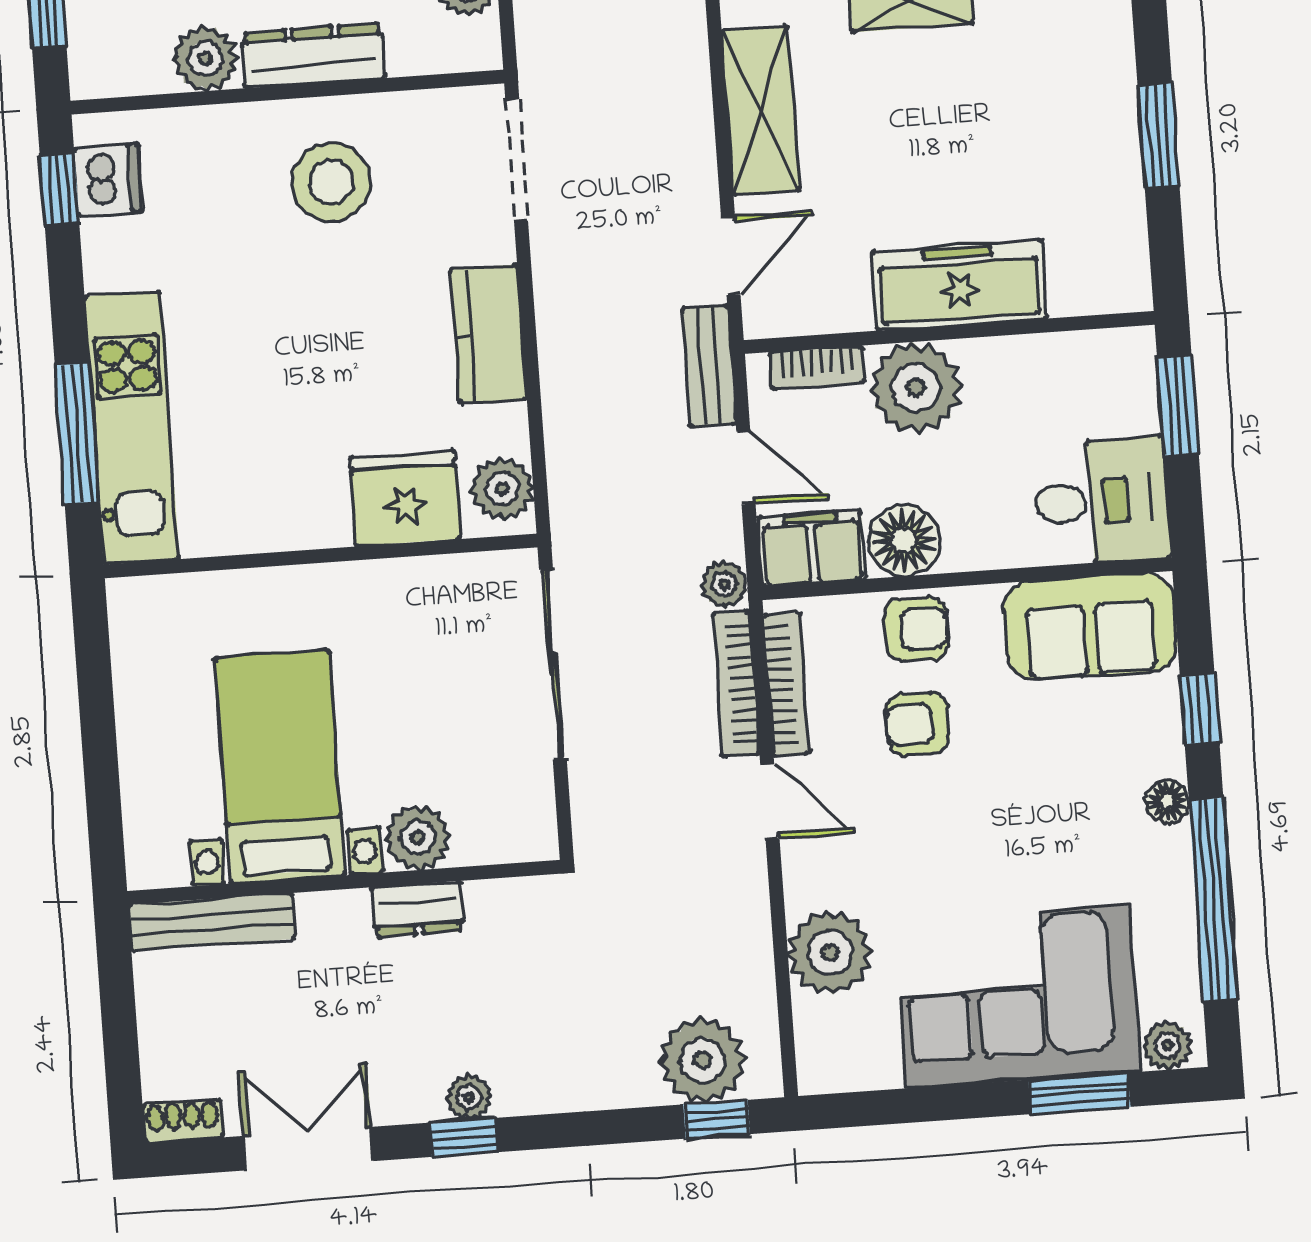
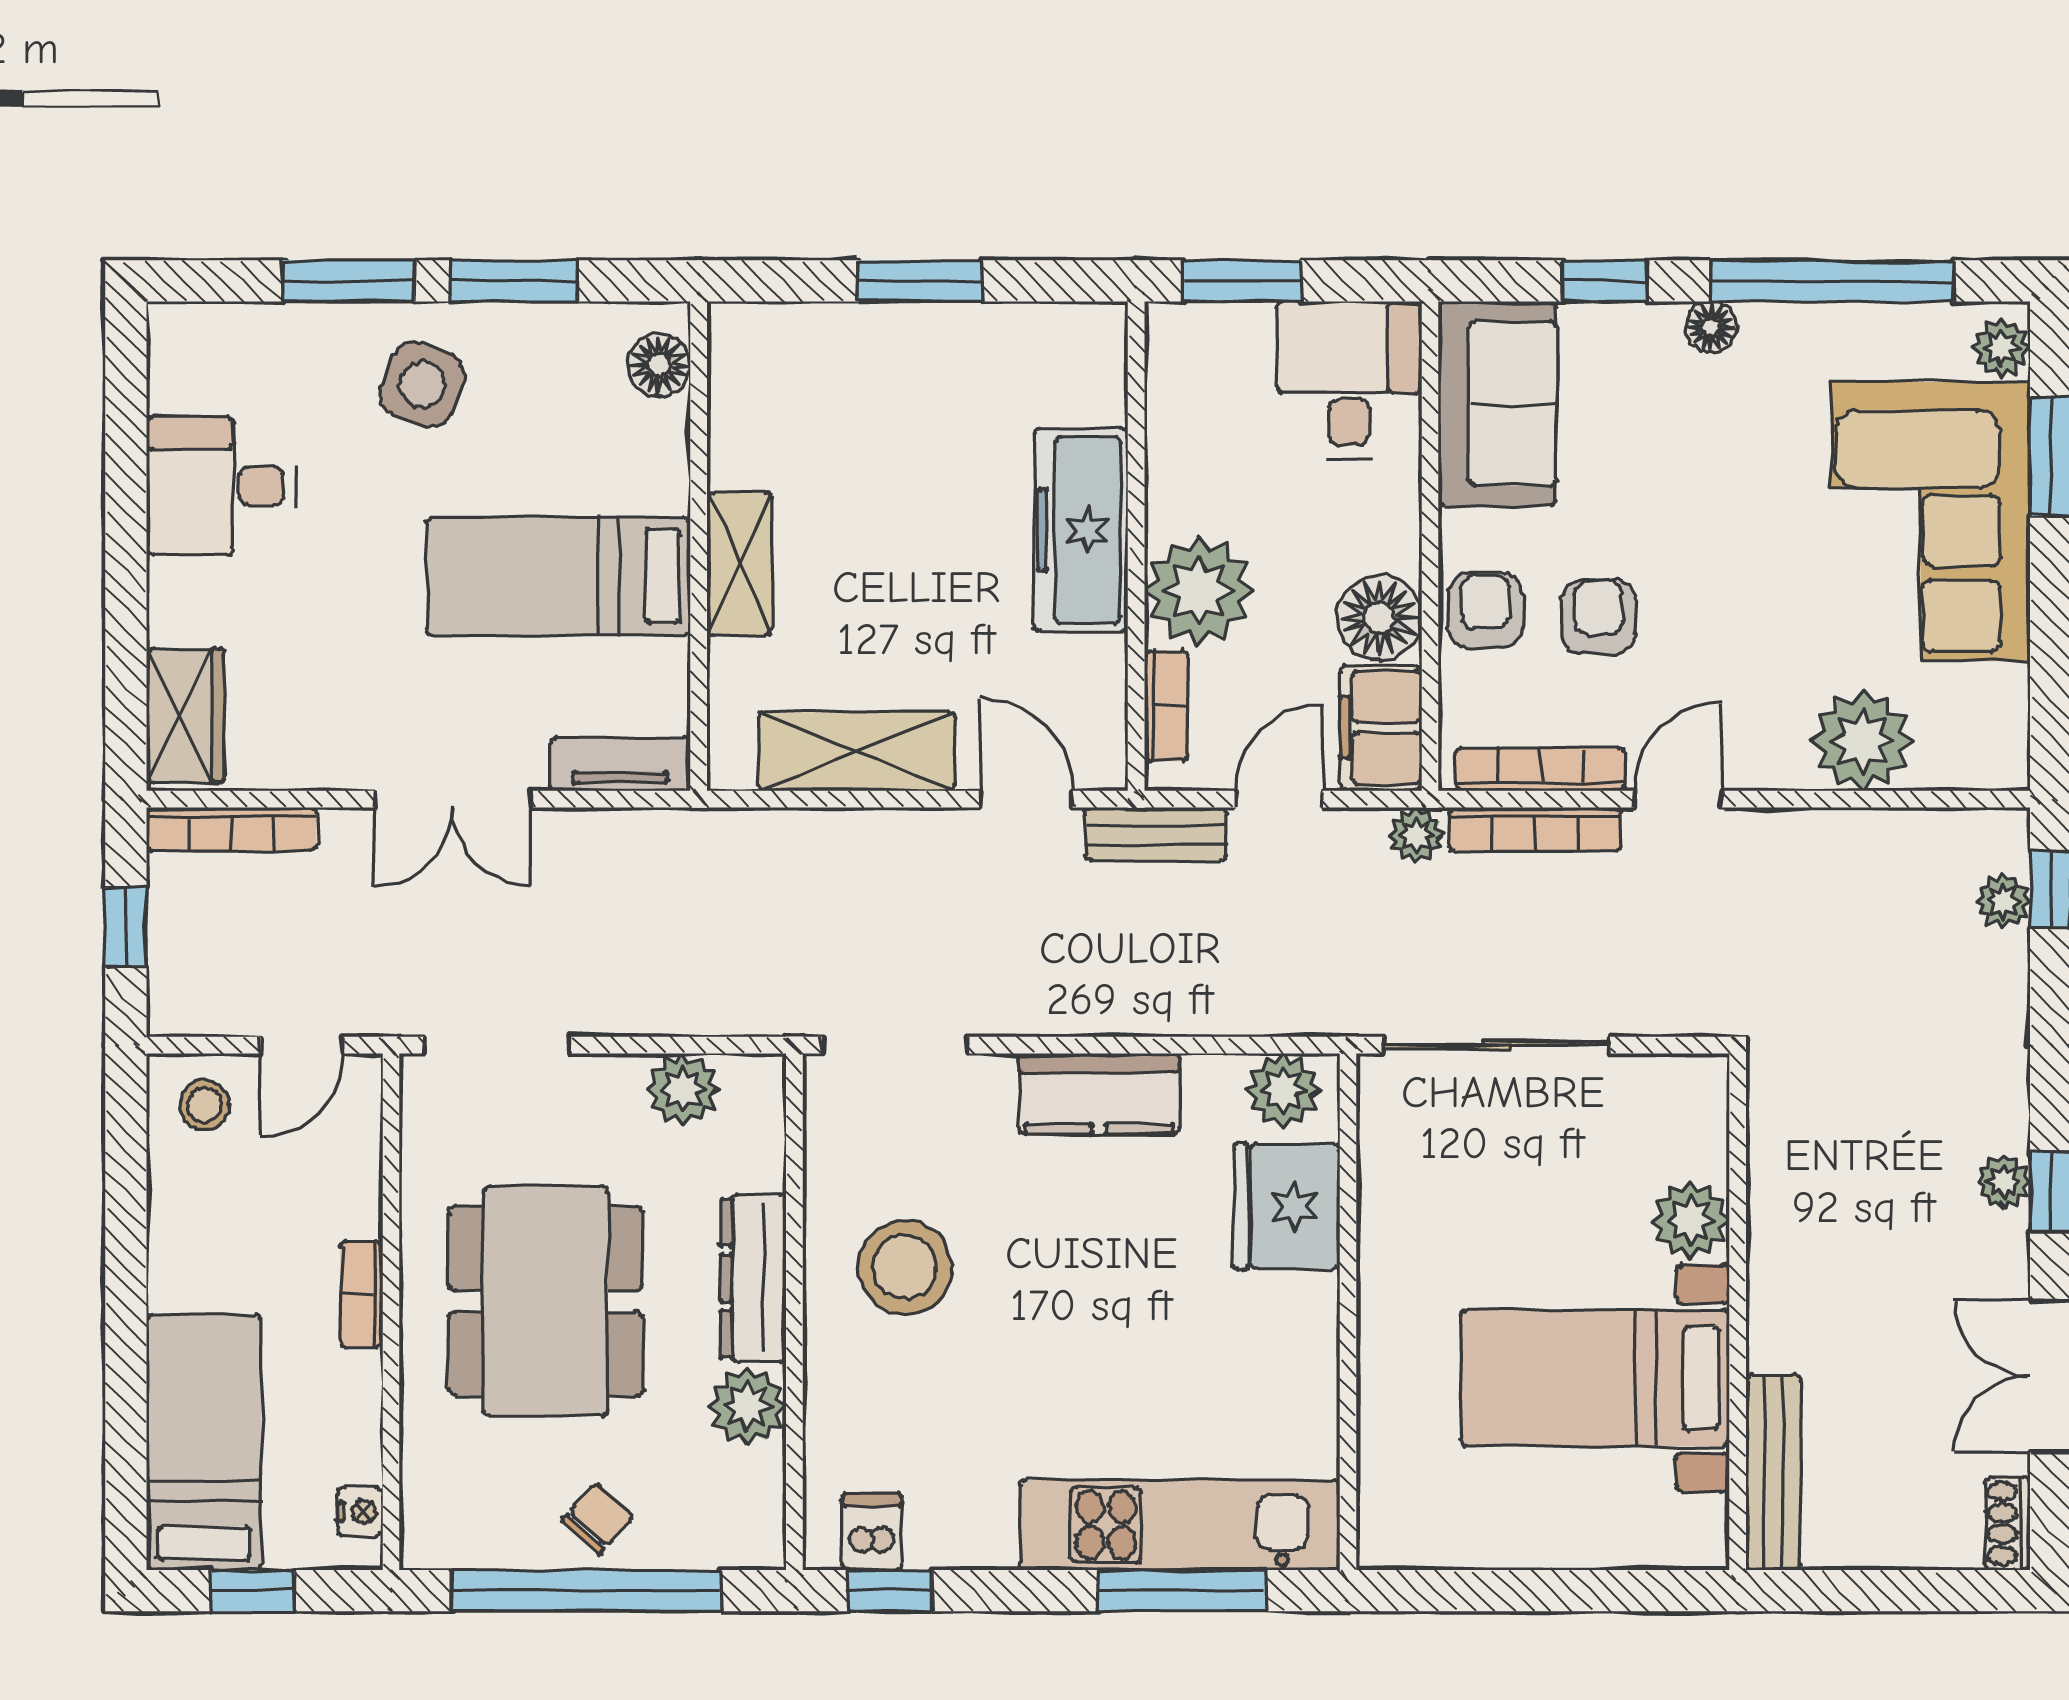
dishwasher: (108, 180) -> (872, 1532), width x0.73
armchair: (918, 724) -> (1598, 617), turned 180
dresser: (418, 909) -> (1776, 1227), removed
plant: (703, 1060) -> (2003, 901), width x0.53, depth x0.53

